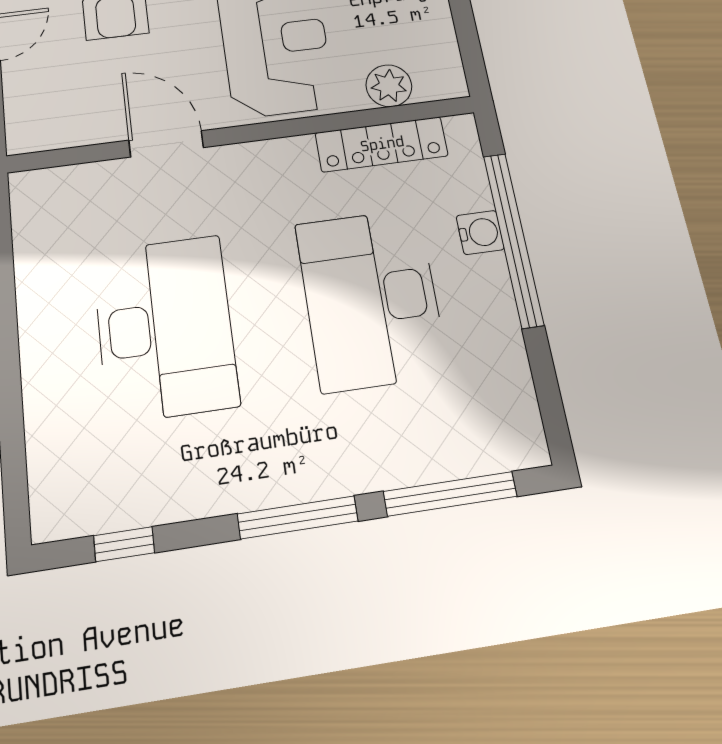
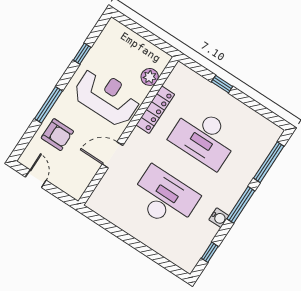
locker: (382, 144) -> (155, 110), moved
water cooler: (480, 232) -> (219, 218), moved, turned 90
window: (513, 239) -> (222, 84), width x0.32

